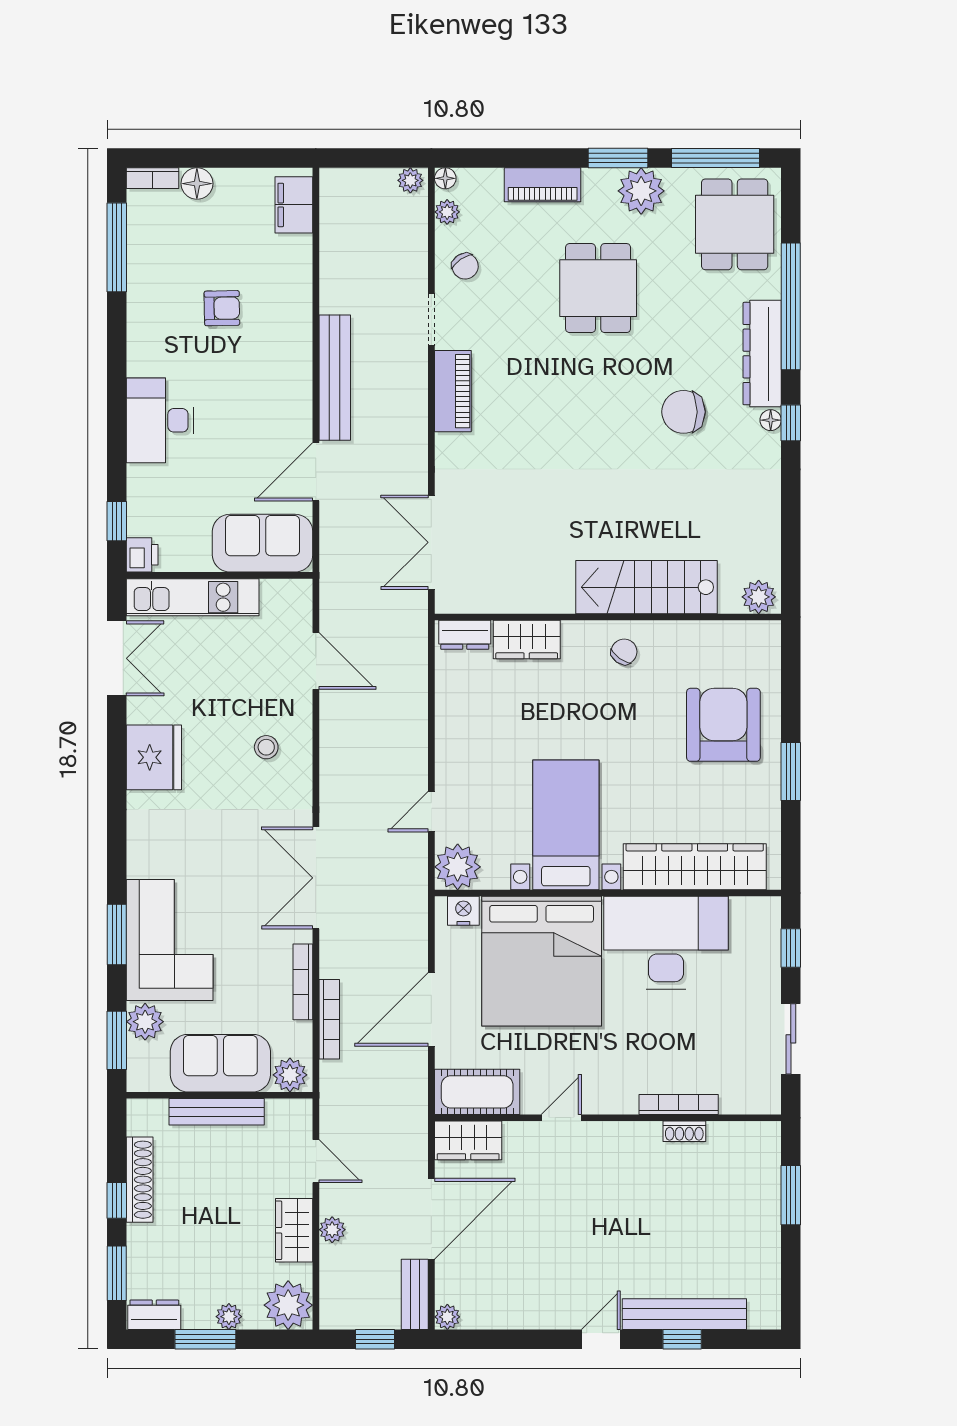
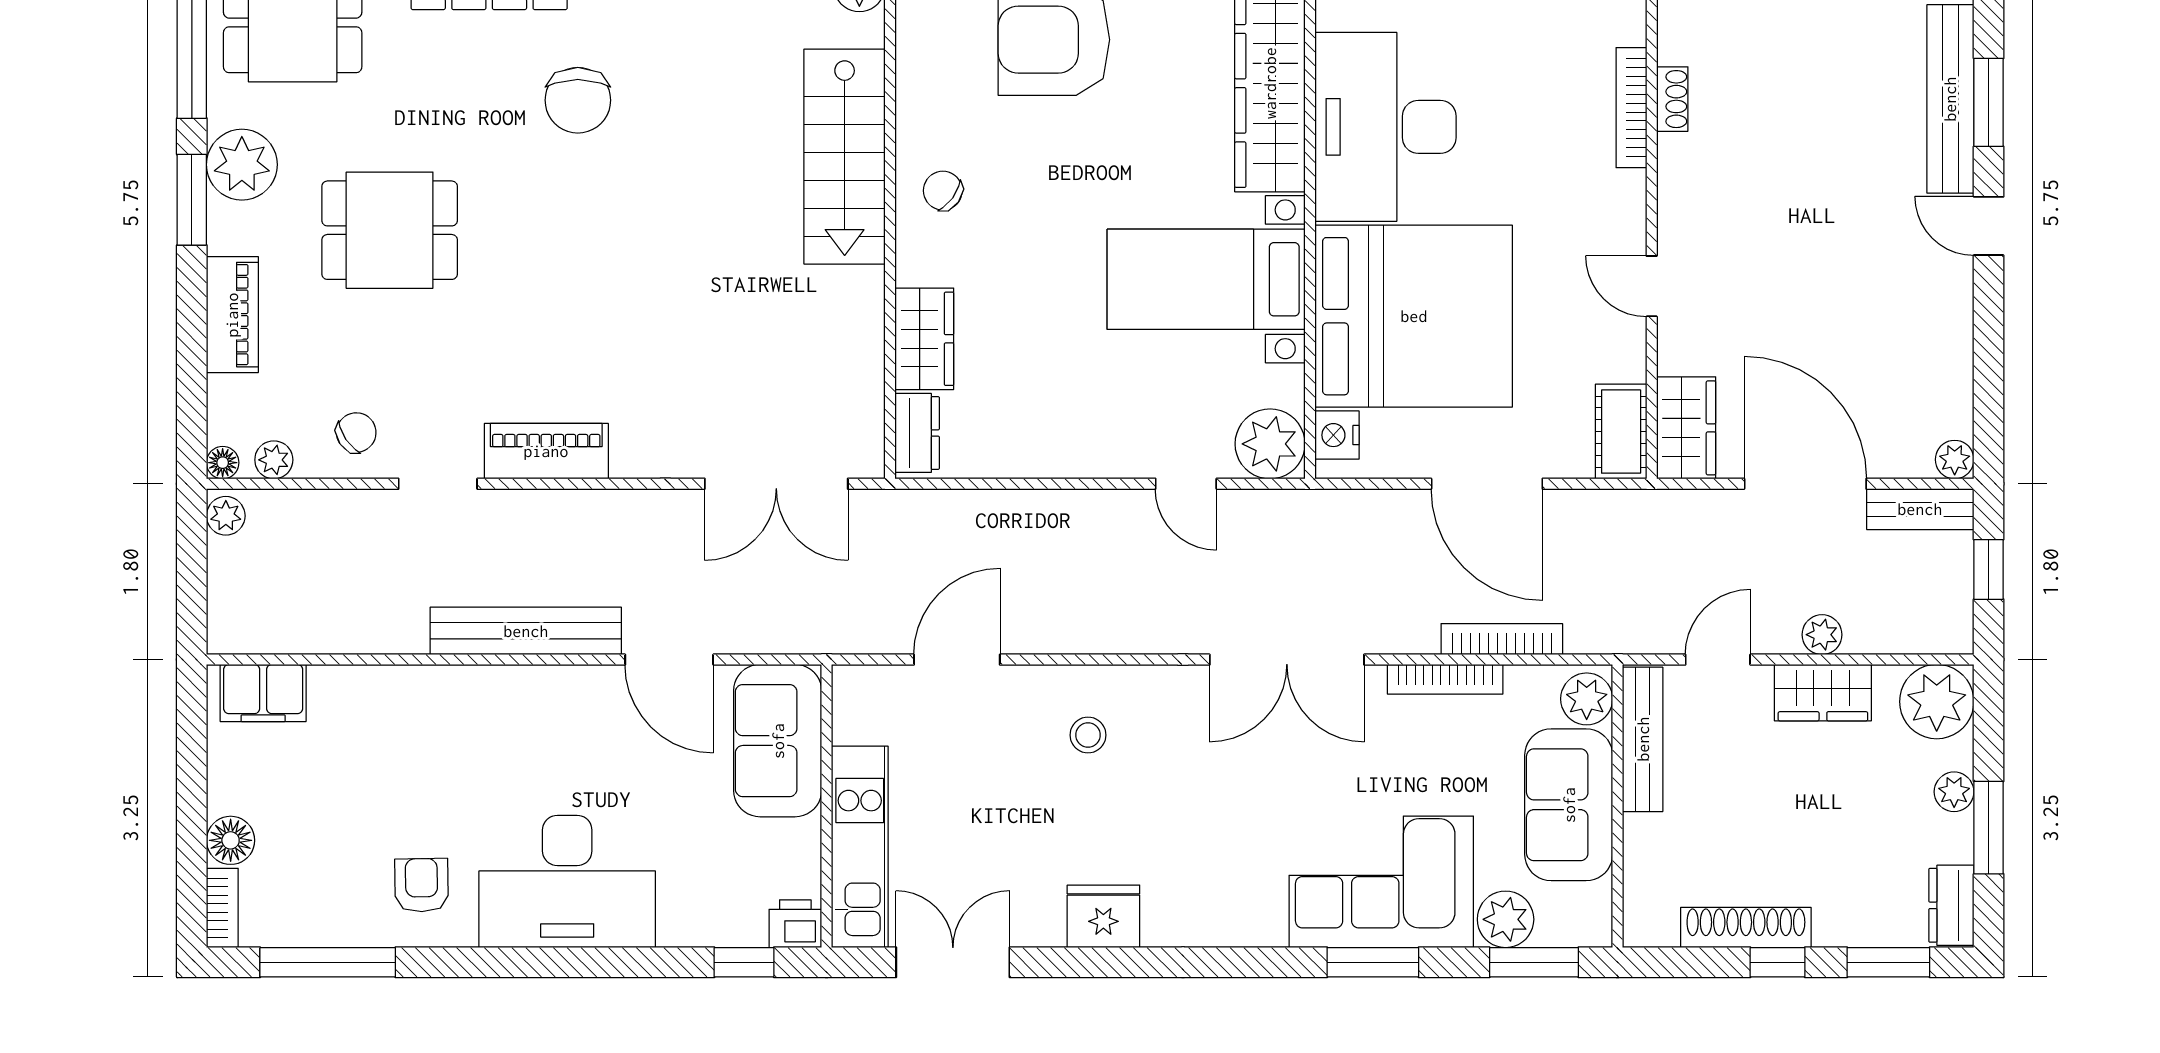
armchair: (222, 308) -> (422, 885), moved
desk: (160, 420) -> (567, 881), width x1.36, depth x1.30
fridge: (154, 757) -> (1103, 916), width x0.73, depth x0.75
cot: (477, 1092) -> (1621, 432), width x0.73, depth x0.75
bench: (217, 1112) -> (1643, 739), moved
window: (682, 1339) -> (1989, 102), width x1.50

